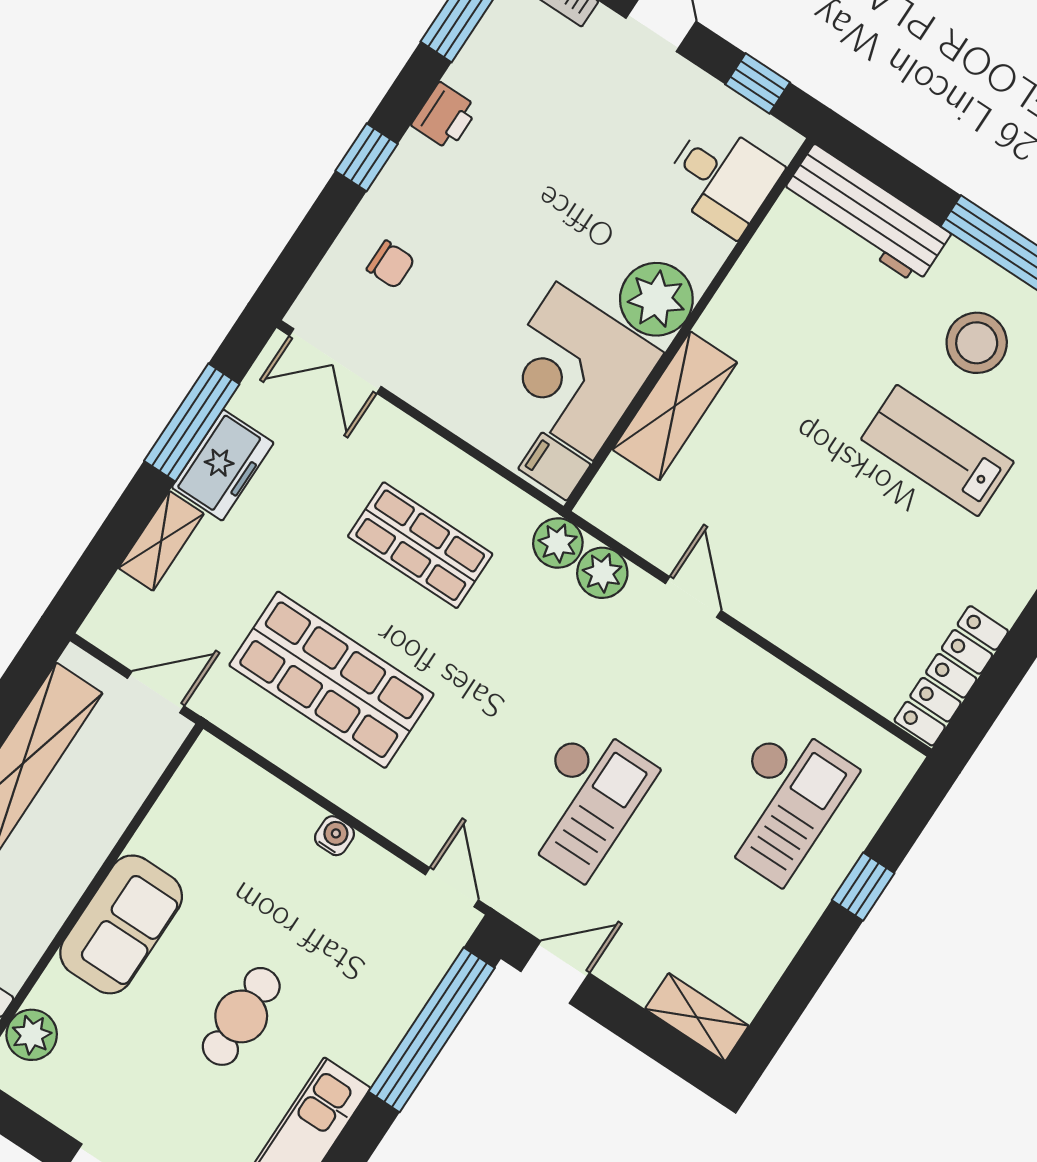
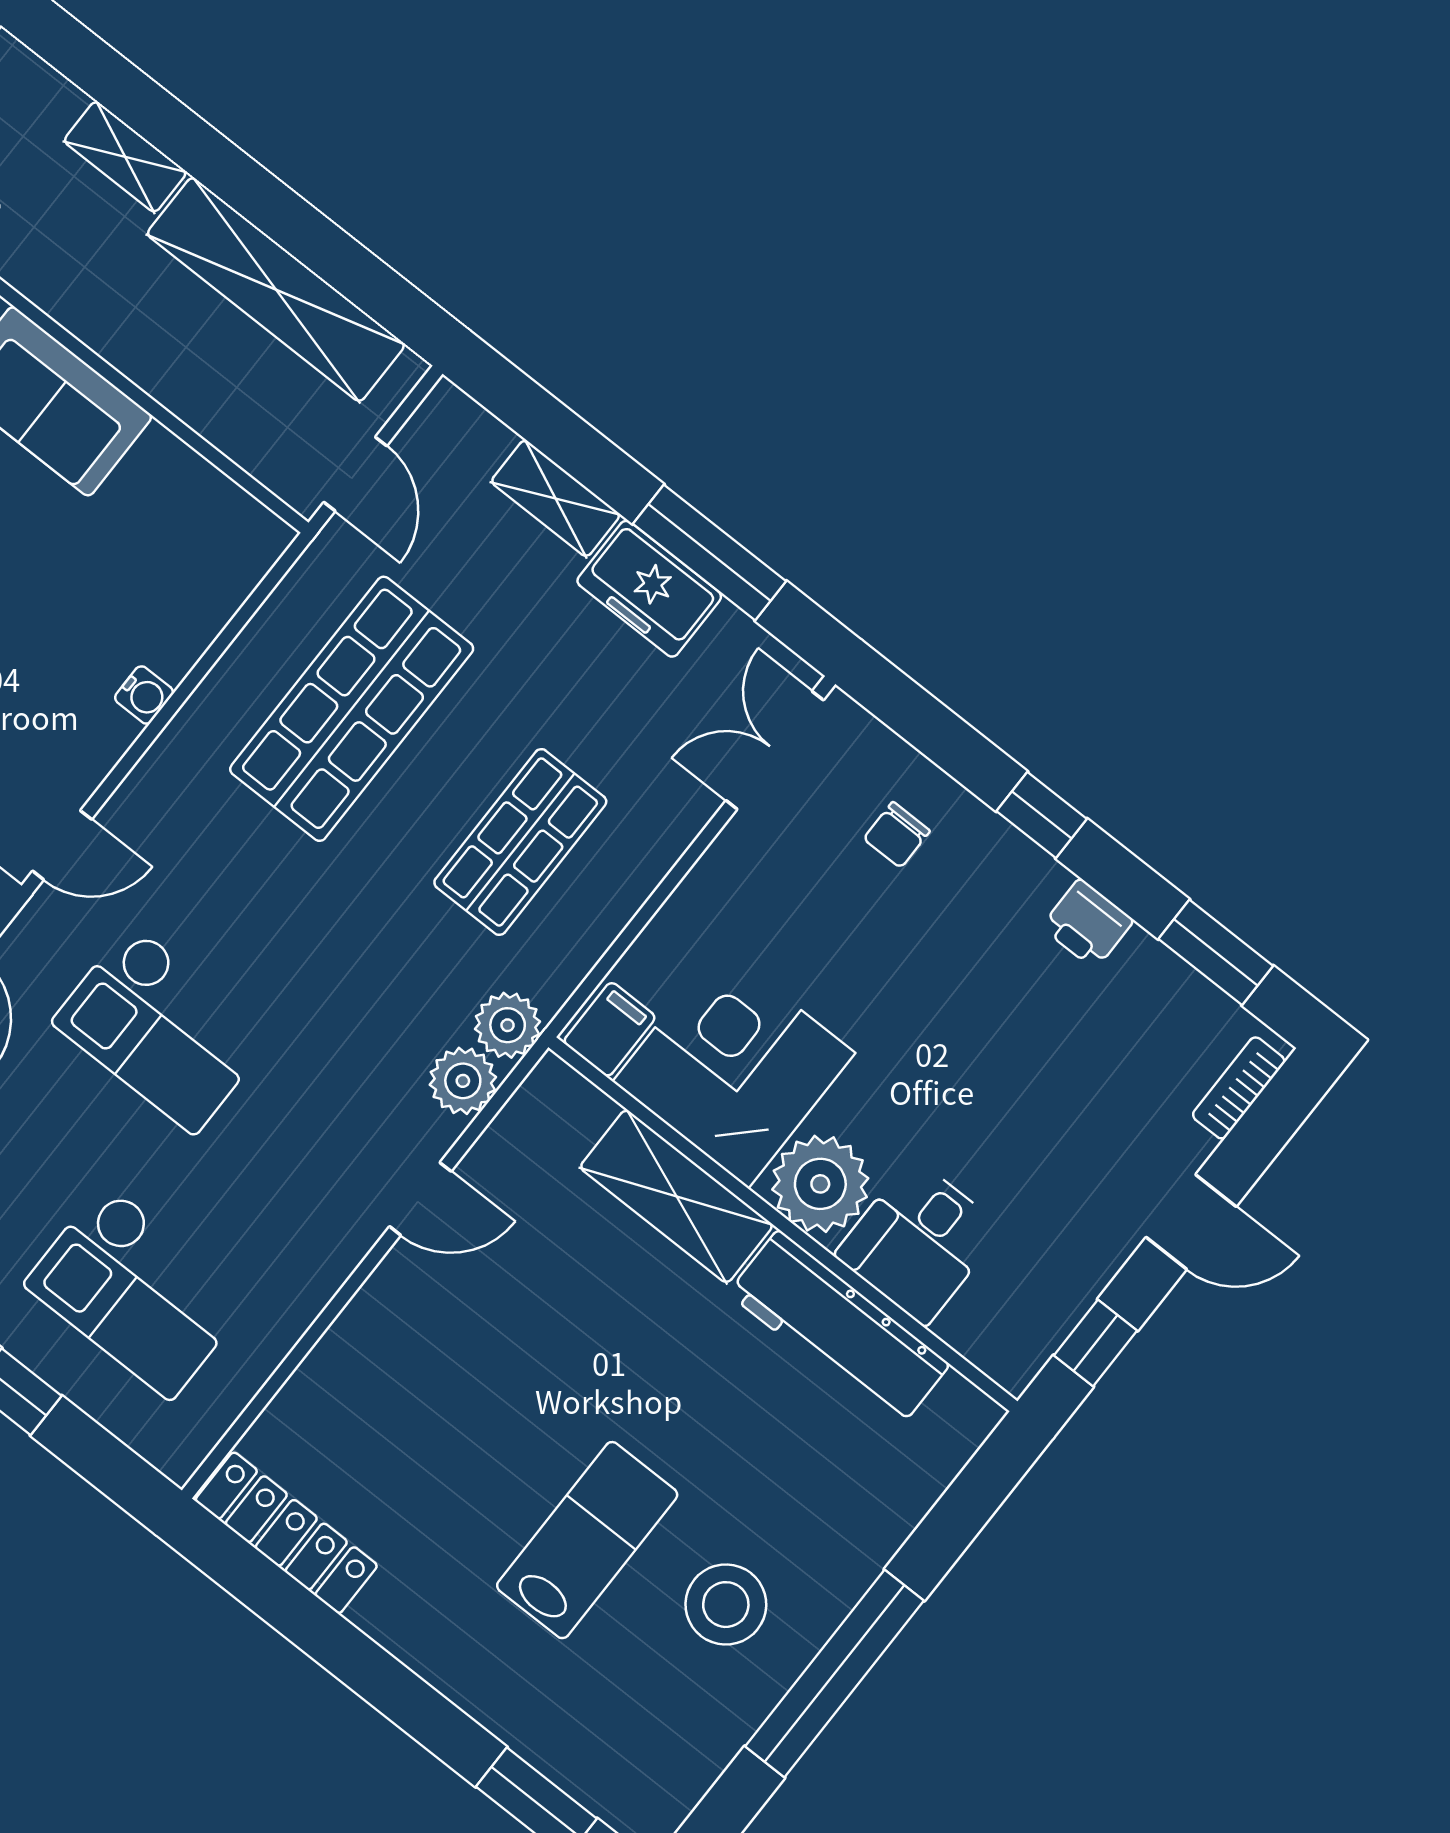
desk: (722, 178) -> (919, 1242), moved
workbench: (866, 214) -> (839, 1329), moved, turned -90

